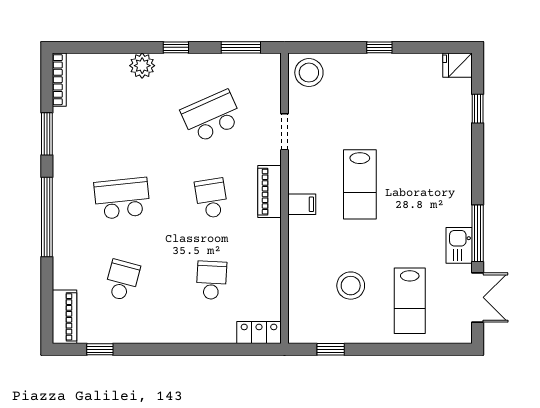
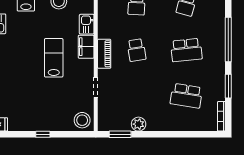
window: (176, 47) -> (156, 134), removed
plant: (142, 66) -> (139, 124), moved
school desk: (211, 116) -> (186, 96), moved, turned 33
filing cabinet: (302, 204) -> (86, 47), width x2.00
kitchen sink: (301, 245) -> (87, 24), added

